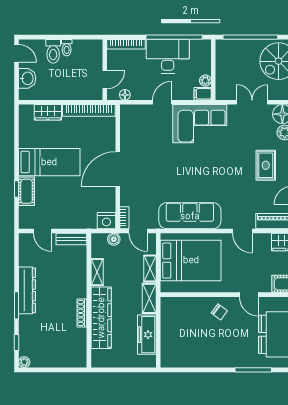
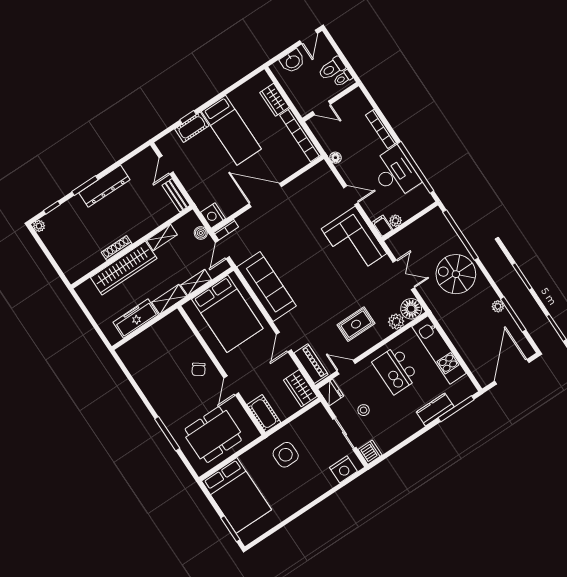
wall: (105, 70) -> (330, 102), moved
door: (105, 80) -> (322, 108), moved

